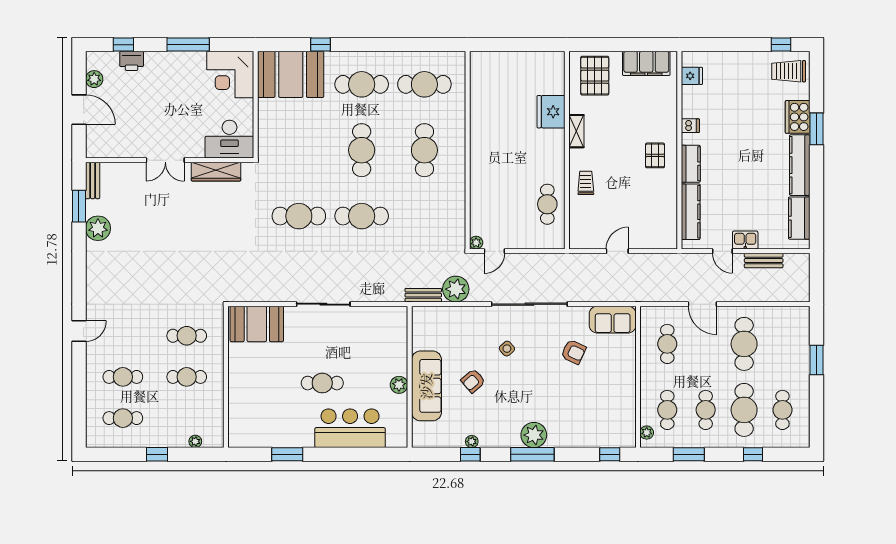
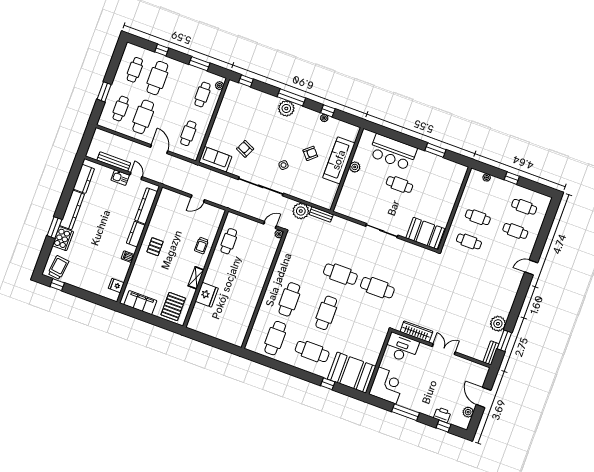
trolley: (789, 71) -> (58, 267), turned -83
cafe table: (424, 84) -> (275, 338), turned 90
bench: (764, 260) -> (114, 162), width x1.36
cafe table: (706, 410) -> (121, 109), moved

